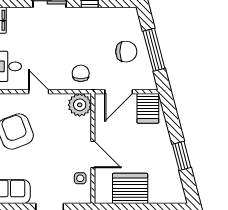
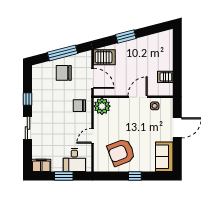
chair: (126, 52) -> (64, 73), turned -90
window: (182, 156) -> (126, 36), moved
server rack: (130, 188) -> (165, 77), width x0.46, depth x0.70

